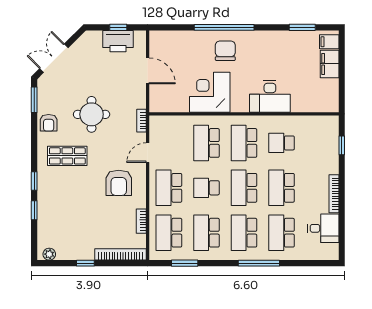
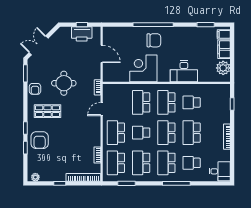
chair: (225, 51) -> (154, 40), turned 90
plant: (328, 92) -> (223, 68), added
armchair: (119, 183) -> (40, 140), moved
desk: (323, 228) -> (220, 171), moved
school desk: (281, 233) -> (192, 163), width x0.54

